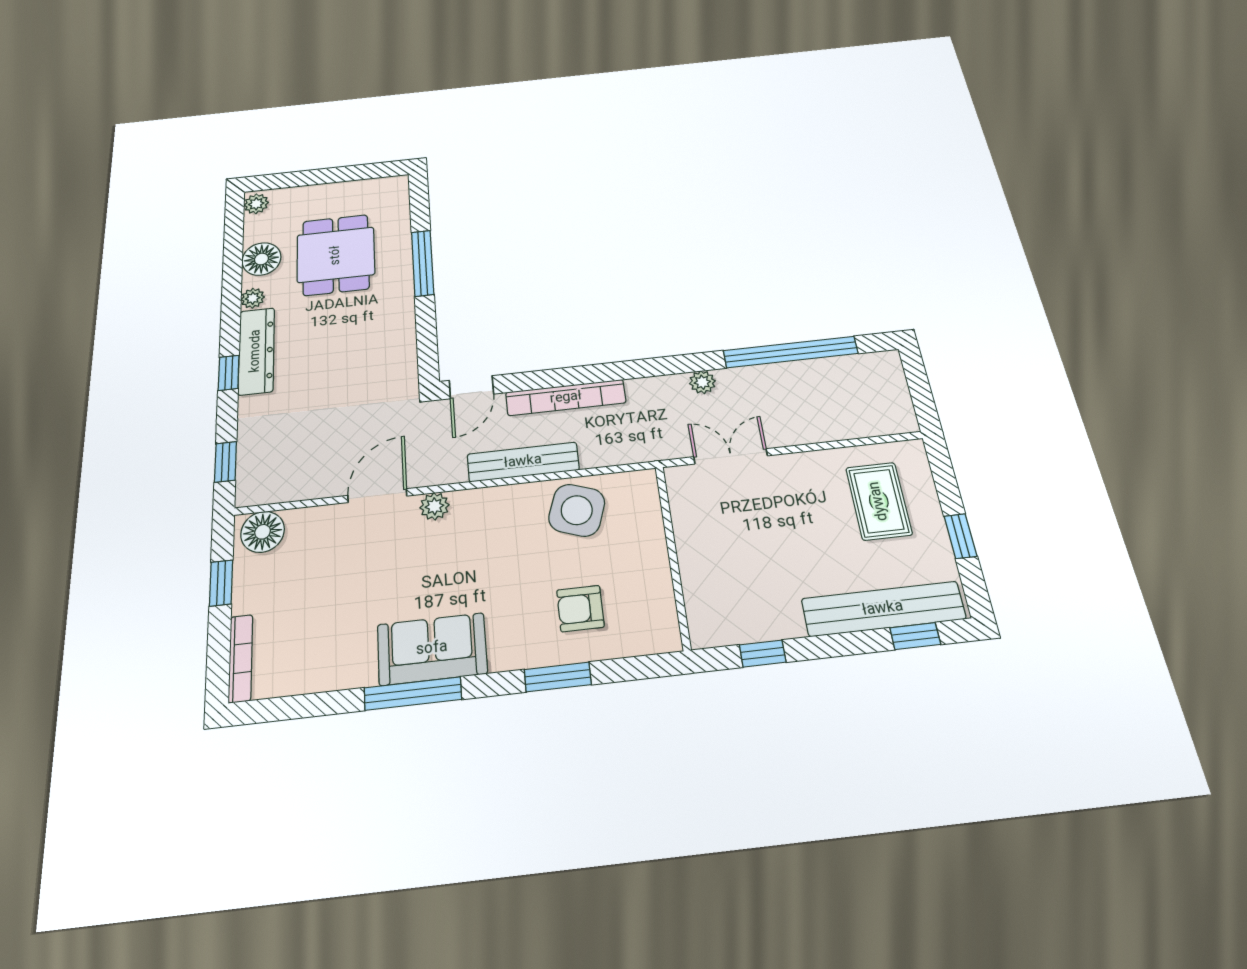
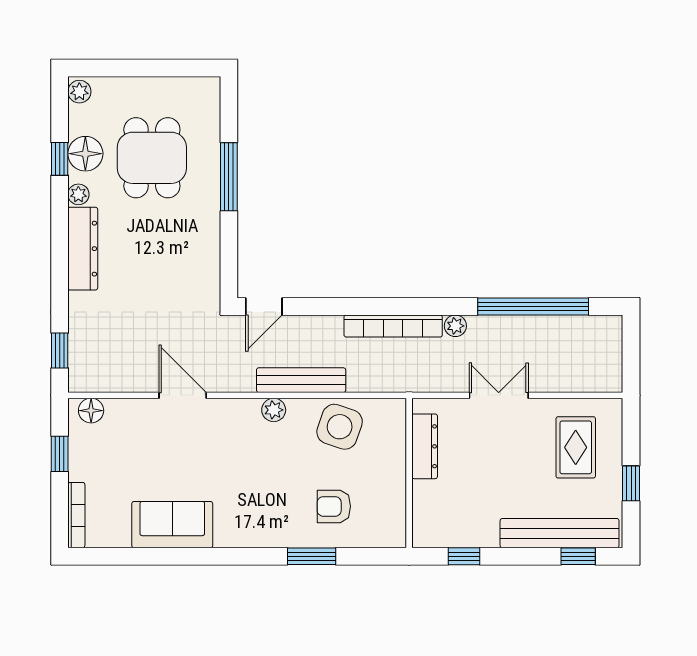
window: (229, 373) -> (60, 159), moved
bookcase: (566, 398) -> (393, 326), moved
double door: (731, 456) -> (499, 395), moved
door: (377, 496) -> (183, 395), hinge flipped
plant: (434, 506) -> (274, 410), moved
dresser: (687, 521) -> (425, 446), added
floor lamp: (263, 532) -> (91, 411), width x0.73, depth x0.73
sofa: (432, 649) -> (172, 525), moved
window: (413, 694) -> (204, 556), removed

